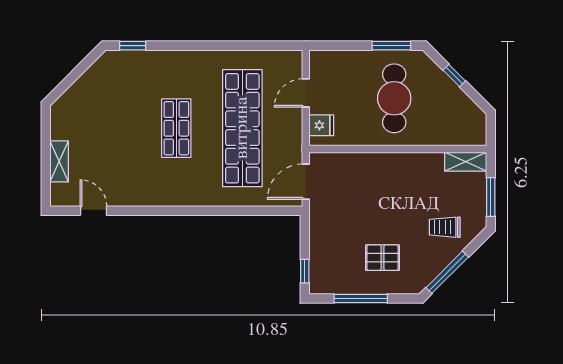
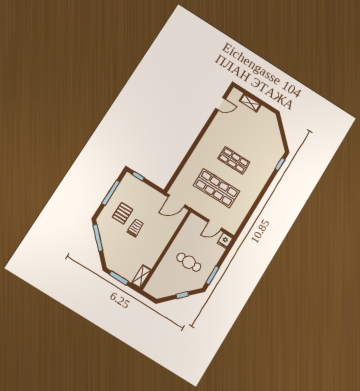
door: (306, 93) -> (215, 225), swing flipped
cafe table: (394, 98) -> (189, 262), width x0.73, depth x0.74
fridge: (321, 125) -> (225, 241), moved
shop shelf: (242, 128) -> (217, 188), width x0.71
door: (306, 182) -> (177, 201), swing flipped
trolley: (445, 227) -> (135, 228), moved

